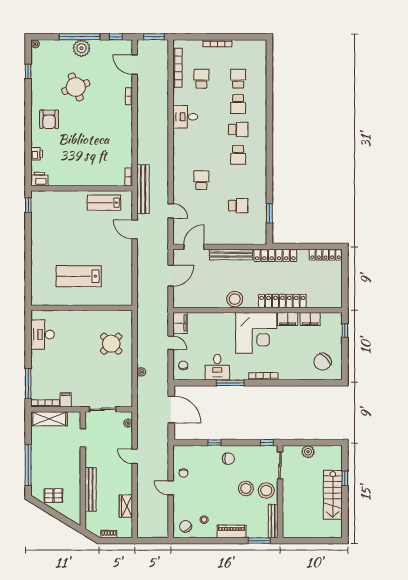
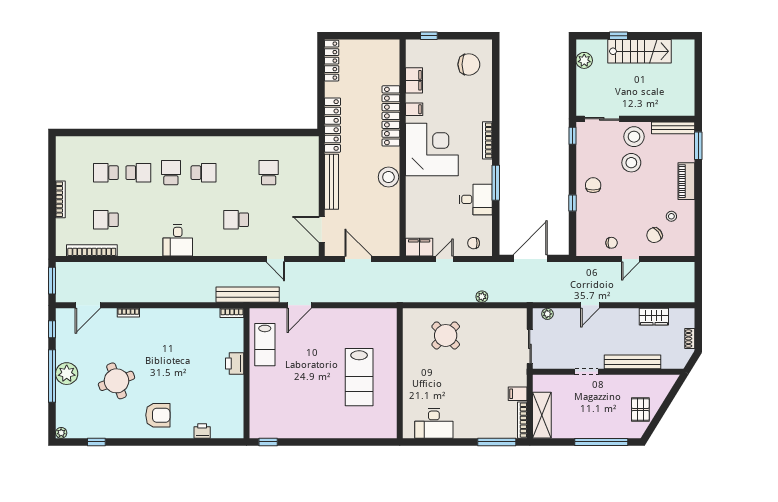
desk: (185, 117) -> (178, 240), moved
printer: (39, 179) -> (235, 364), moved
door: (171, 211) -> (275, 259), swing flipped
window: (269, 213) -> (278, 133), removed
filing cabinet: (288, 319) -> (414, 109), width x0.50
chair: (323, 362) -> (469, 64), turned -46
doorway: (83, 438) -> (586, 372), moved
plant: (308, 452) -> (584, 60), moved
chair: (186, 526) -> (654, 235), moved

